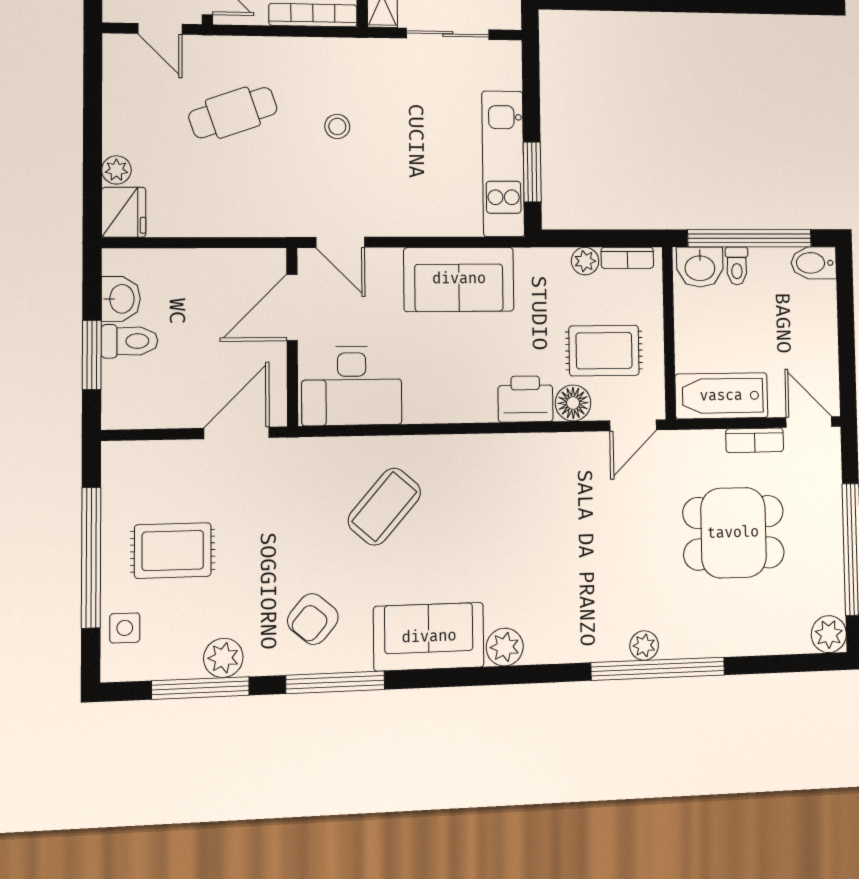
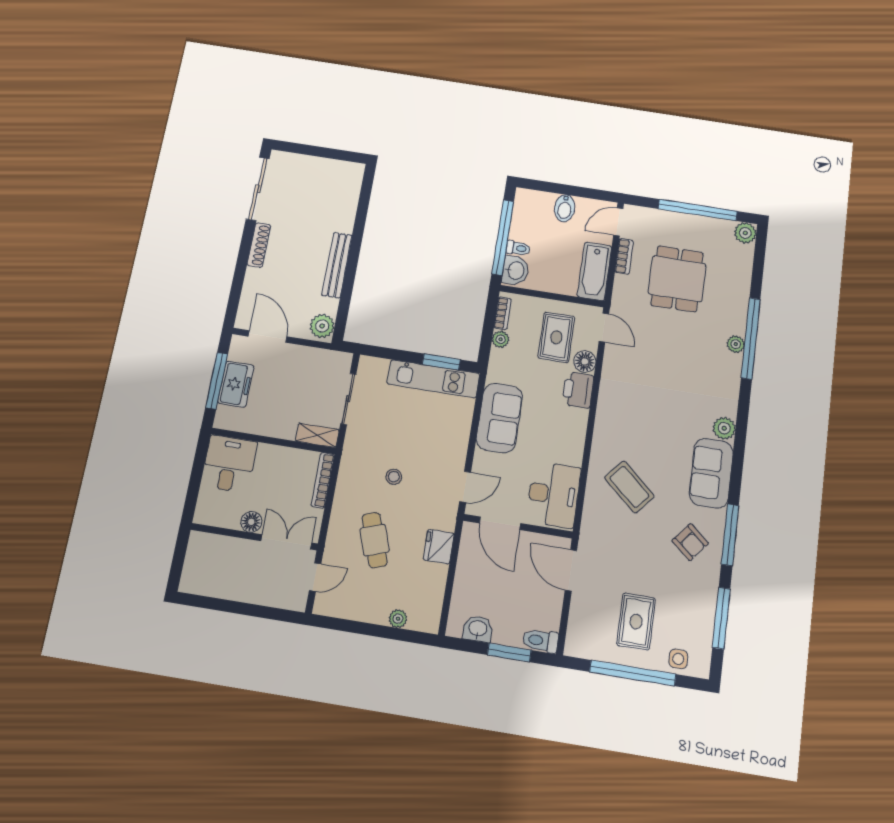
fridge: (124, 212) -> (439, 547), moved, turned -90
bidet: (814, 263) -> (565, 208), moved
toilet: (129, 341) -> (540, 641), moved, turned -90
plant: (223, 658) -> (705, 601), removed

